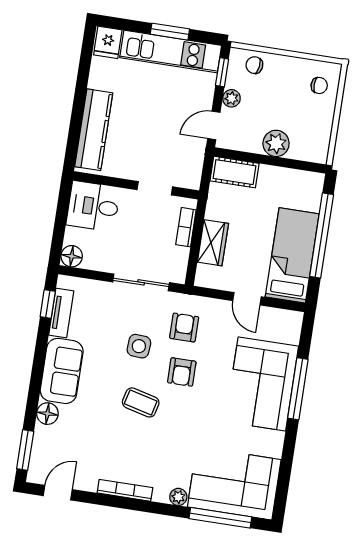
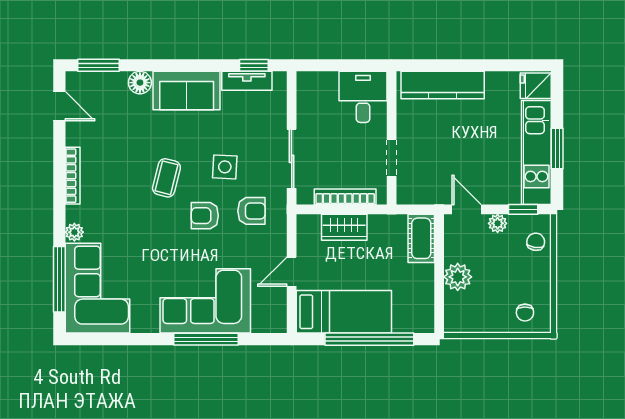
bookcase: (186, 227) -> (345, 197), width x1.56
floor lamp: (72, 256) -> (308, 82), removed

